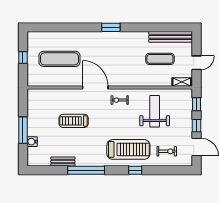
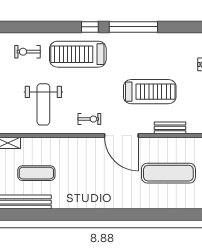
window: (111, 27) -> (101, 214), removed
treadmill: (74, 121) -> (150, 92), width x1.37, depth x1.38
bench: (63, 162) -> (170, 128), moved
window: (135, 170) -> (90, 27), moved

